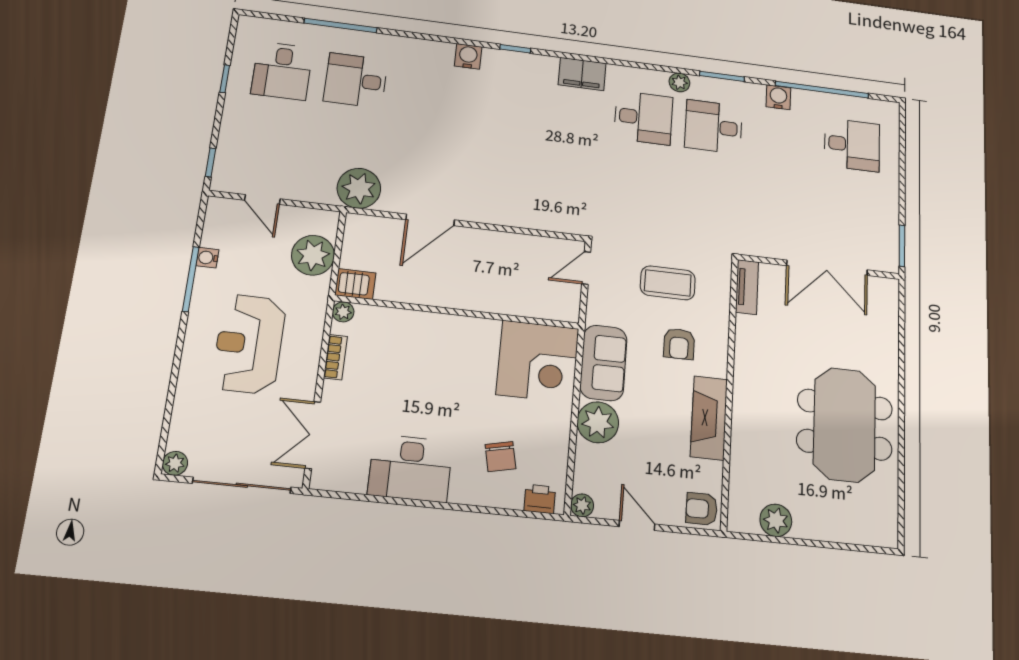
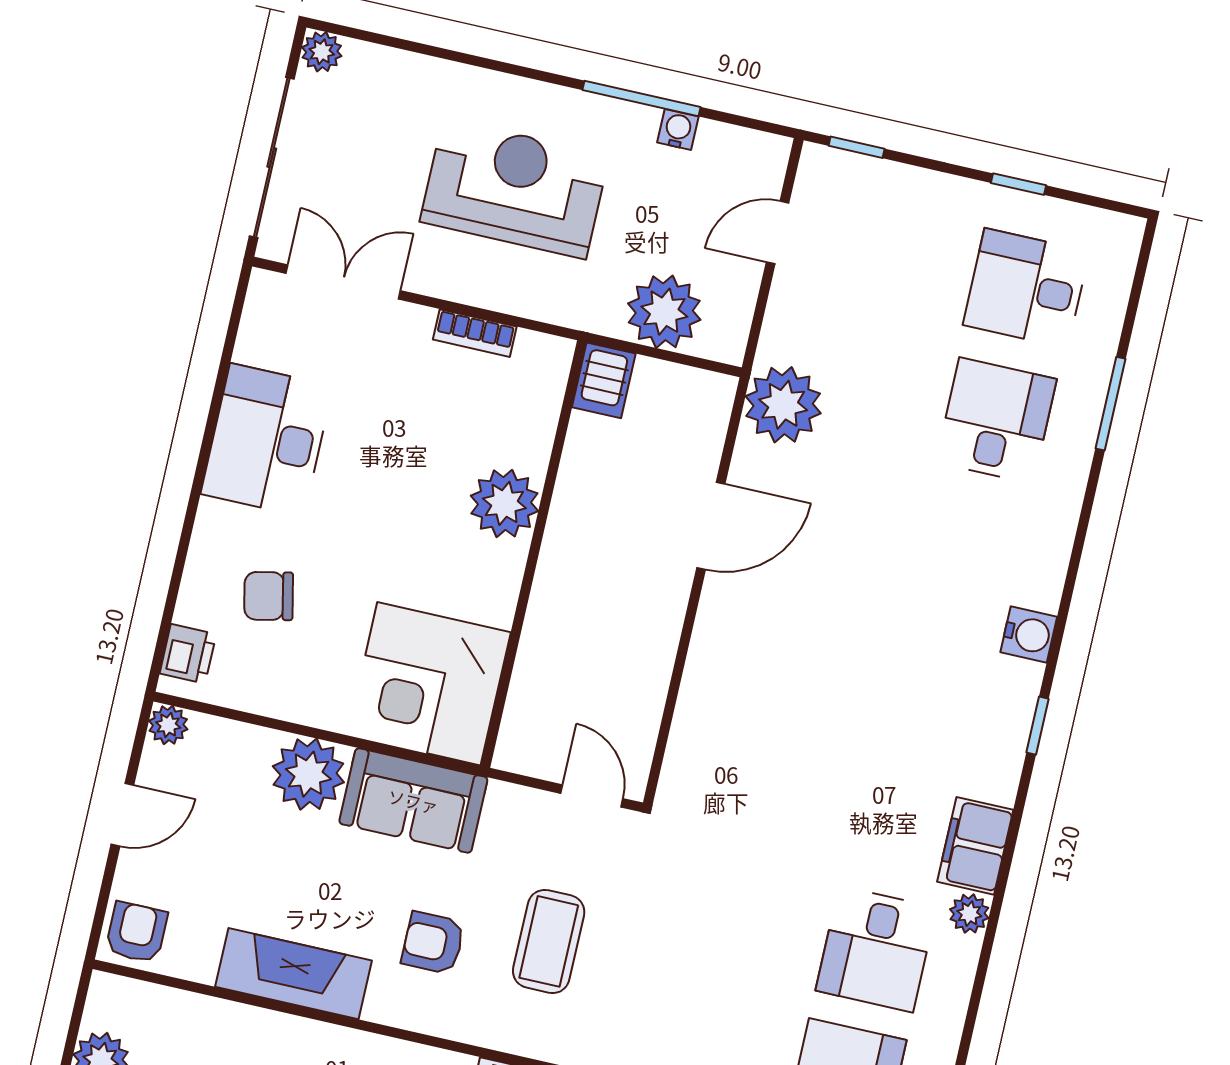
window: (341, 25) -> (1111, 404), width x0.69
plant: (679, 82) -> (969, 914), moved
door: (430, 220) -> (711, 526), swing flipped
plant: (343, 312) -> (504, 503), moved, width x1.88, depth x1.88

